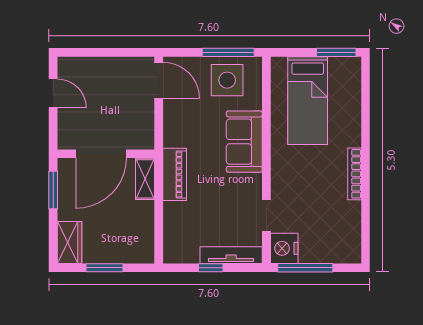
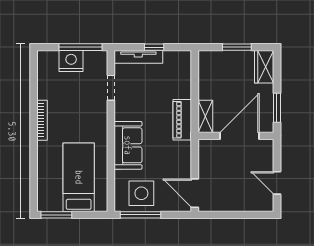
nightstand: (284, 248) -> (71, 61), moved, turned -90

